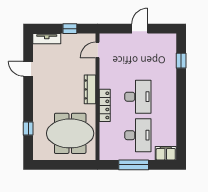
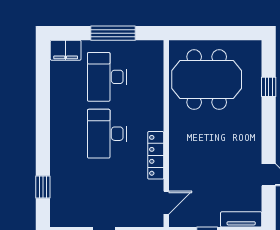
dresser: (90, 89) -> (177, 144), removed
locker: (105, 105) -> (156, 155), moved

